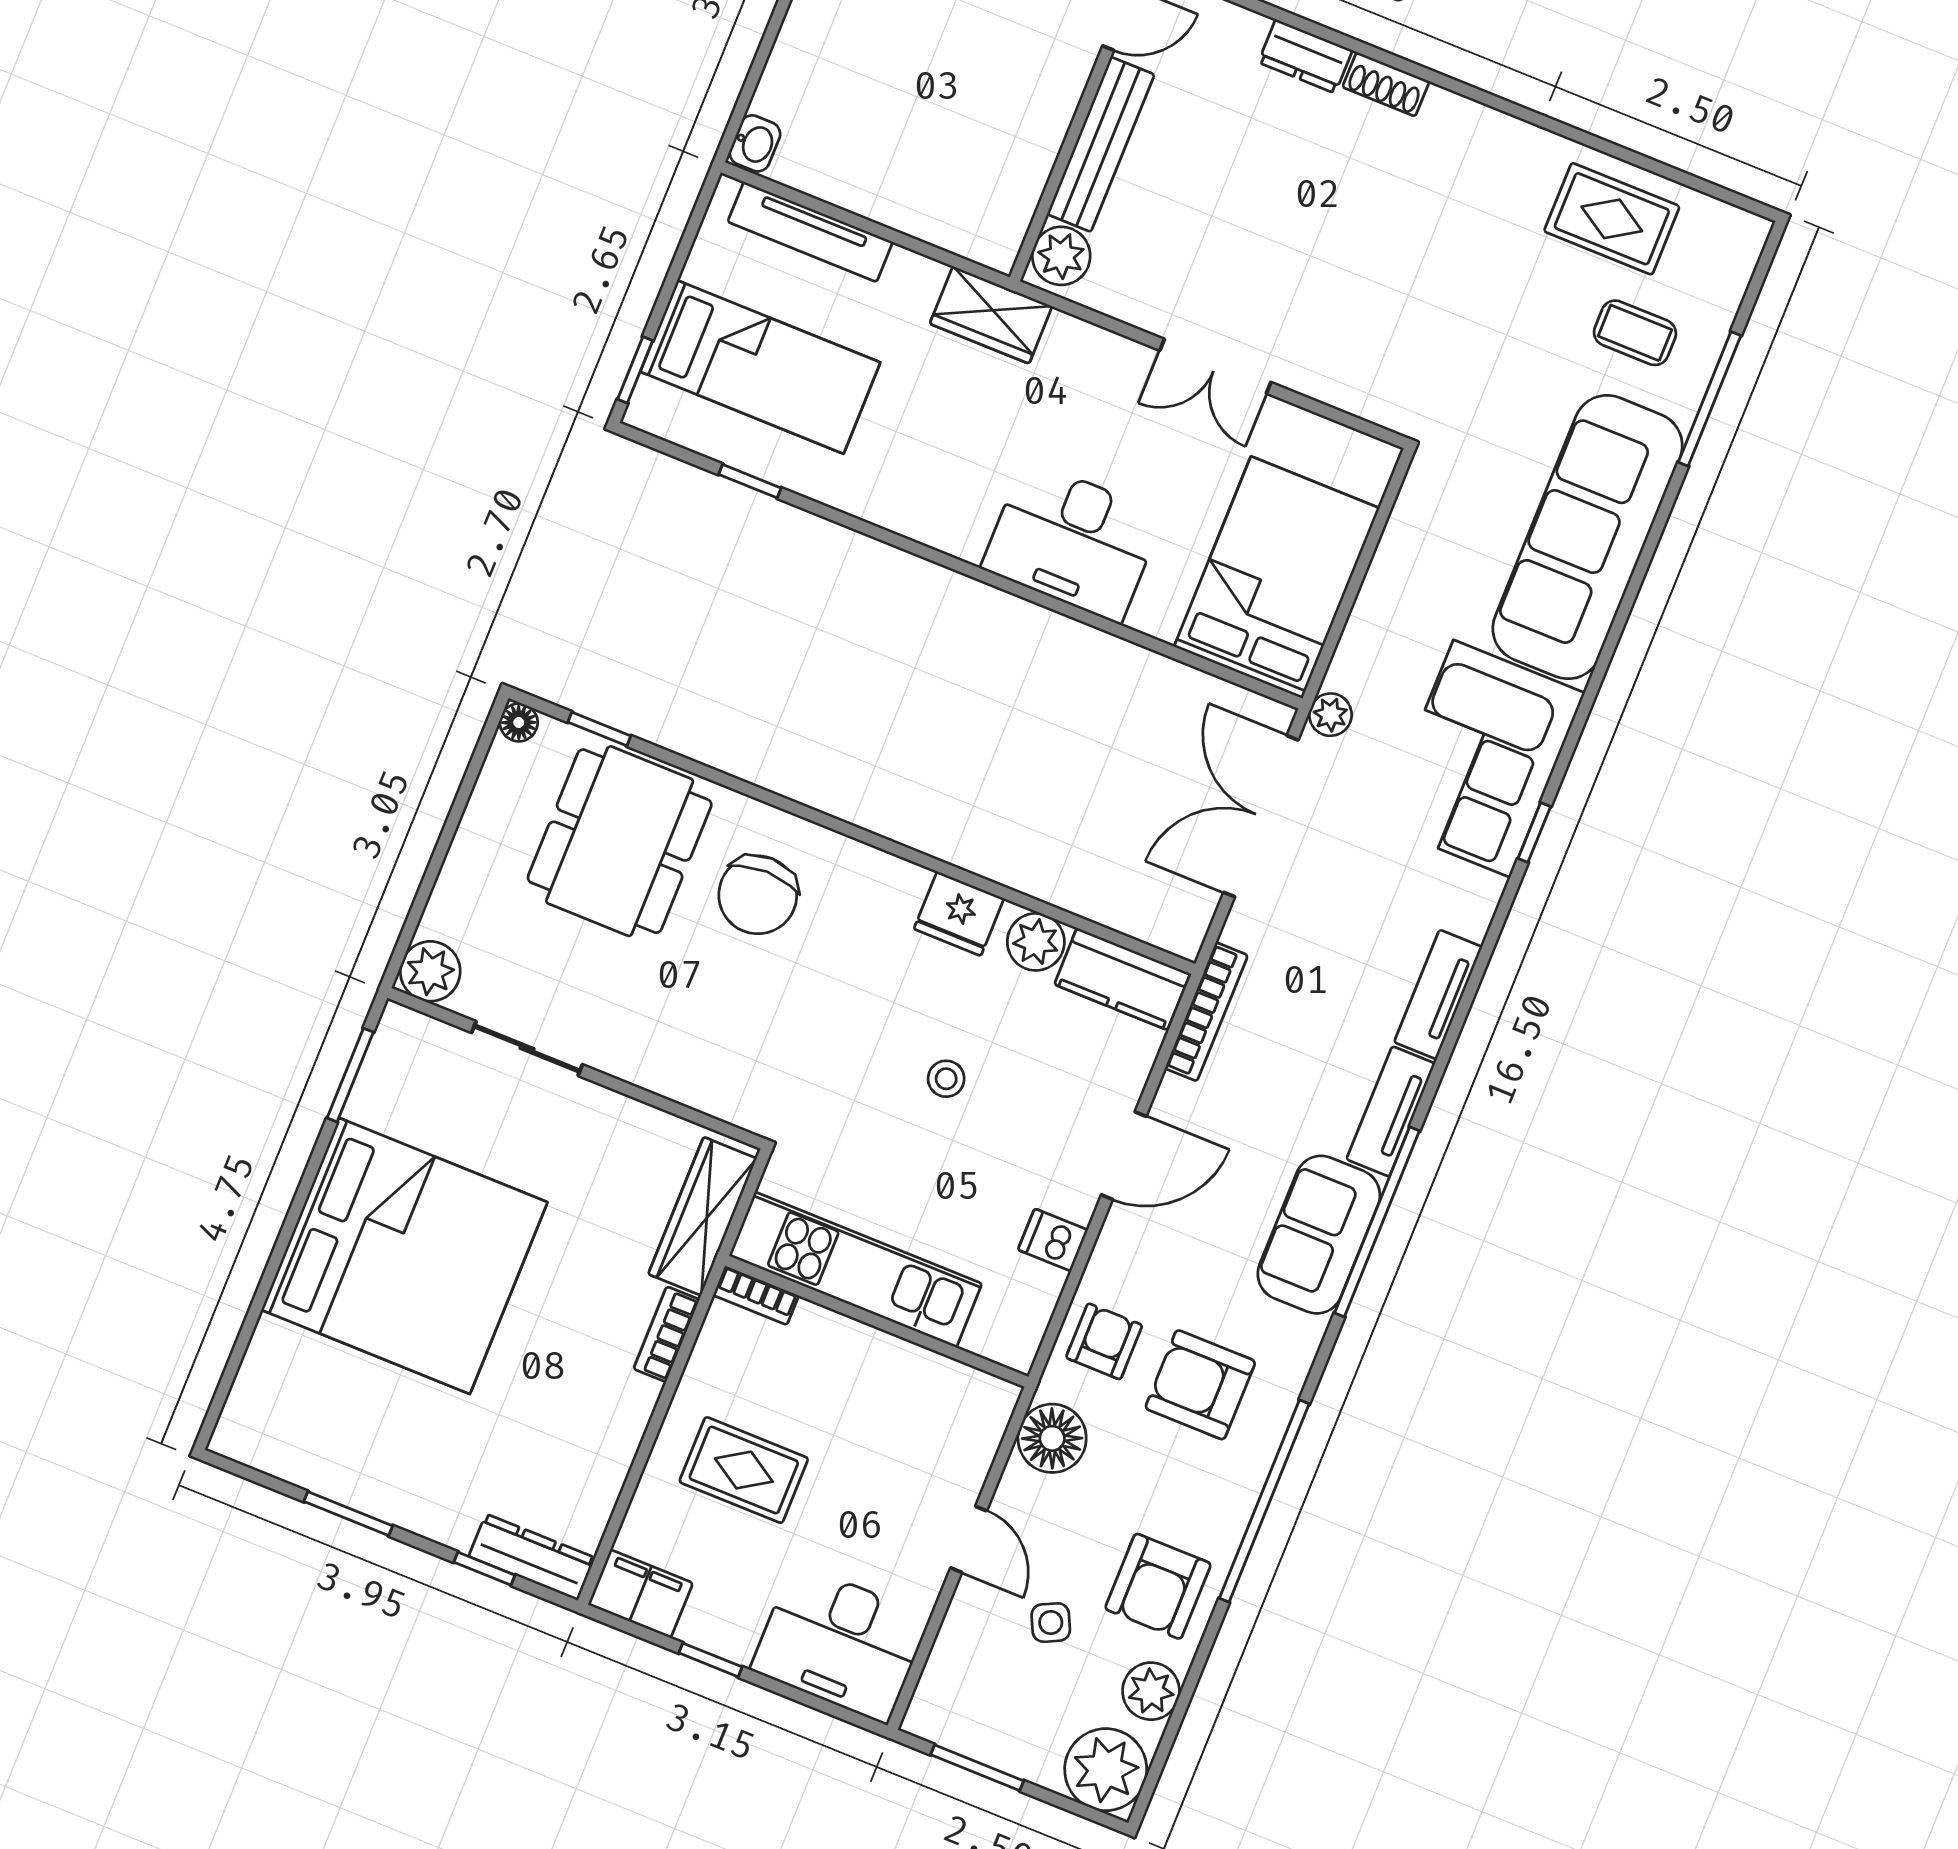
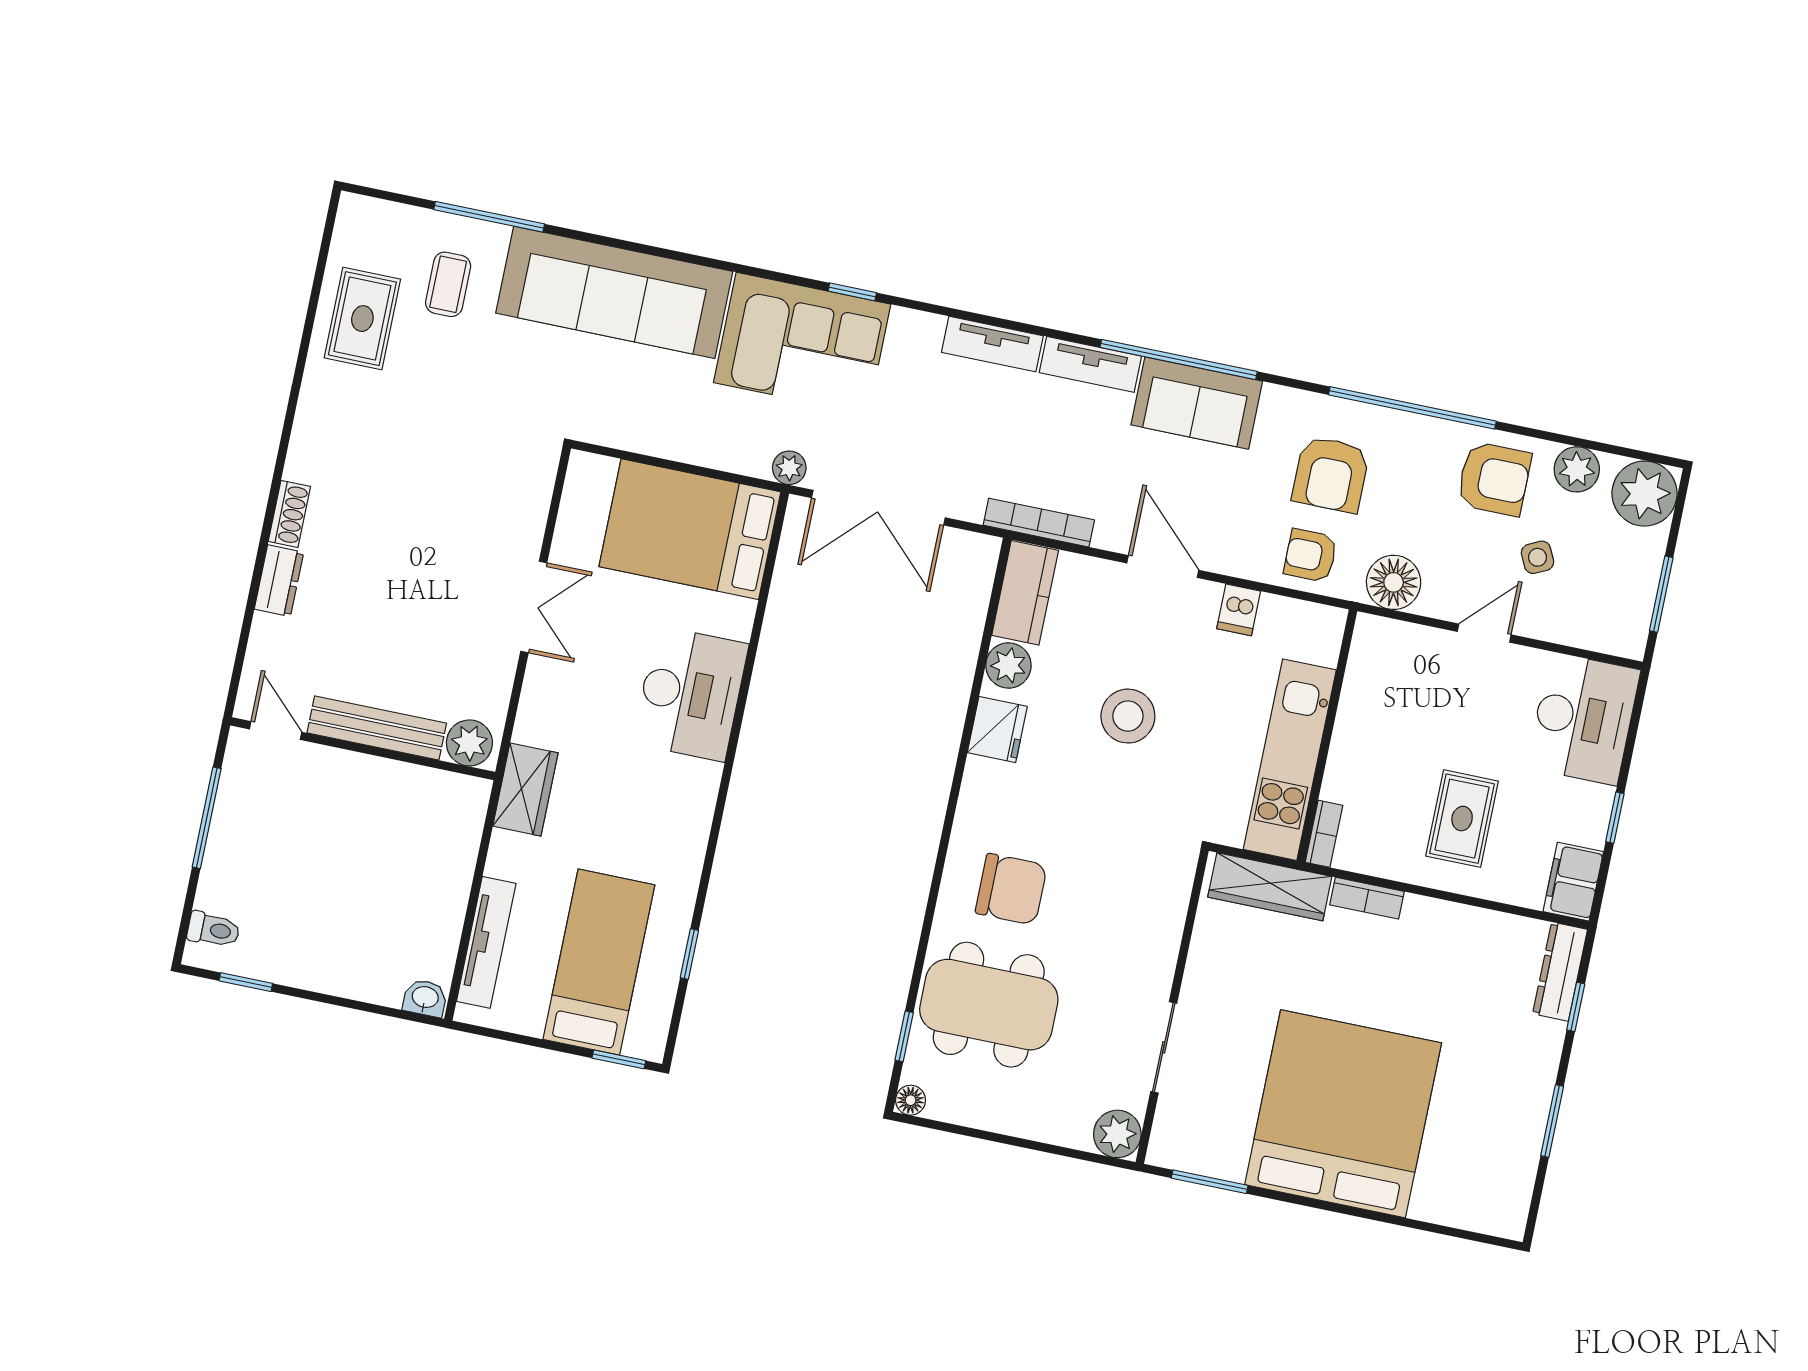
stool: (946, 1079) -> (1128, 716), width x1.89, depth x1.89

